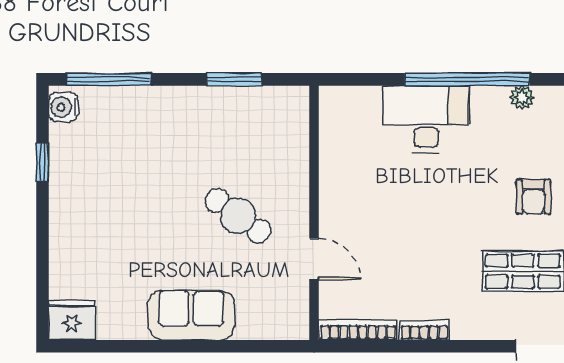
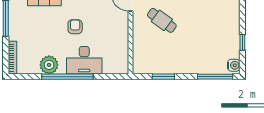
plant: (522, 97) -> (49, 65), width x1.87, depth x1.87
armchair: (533, 197) -> (75, 27), moved

